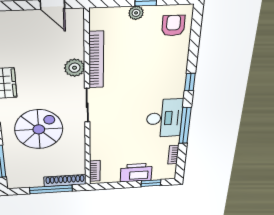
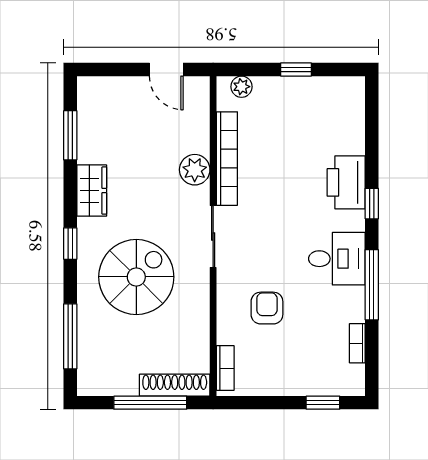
plant: (136, 13) -> (242, 87), moved
armchair: (173, 26) -> (267, 308), moved
desk: (164, 118) -> (337, 259), width x0.73
printer: (136, 173) -> (346, 182), moved, turned -90

